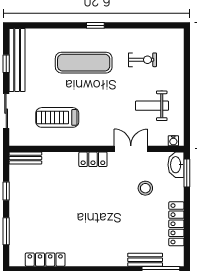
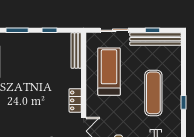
treadmill: (57, 117) -> (109, 72), width x1.37, depth x1.38
bench: (25, 158) -> (76, 51), width x1.36

